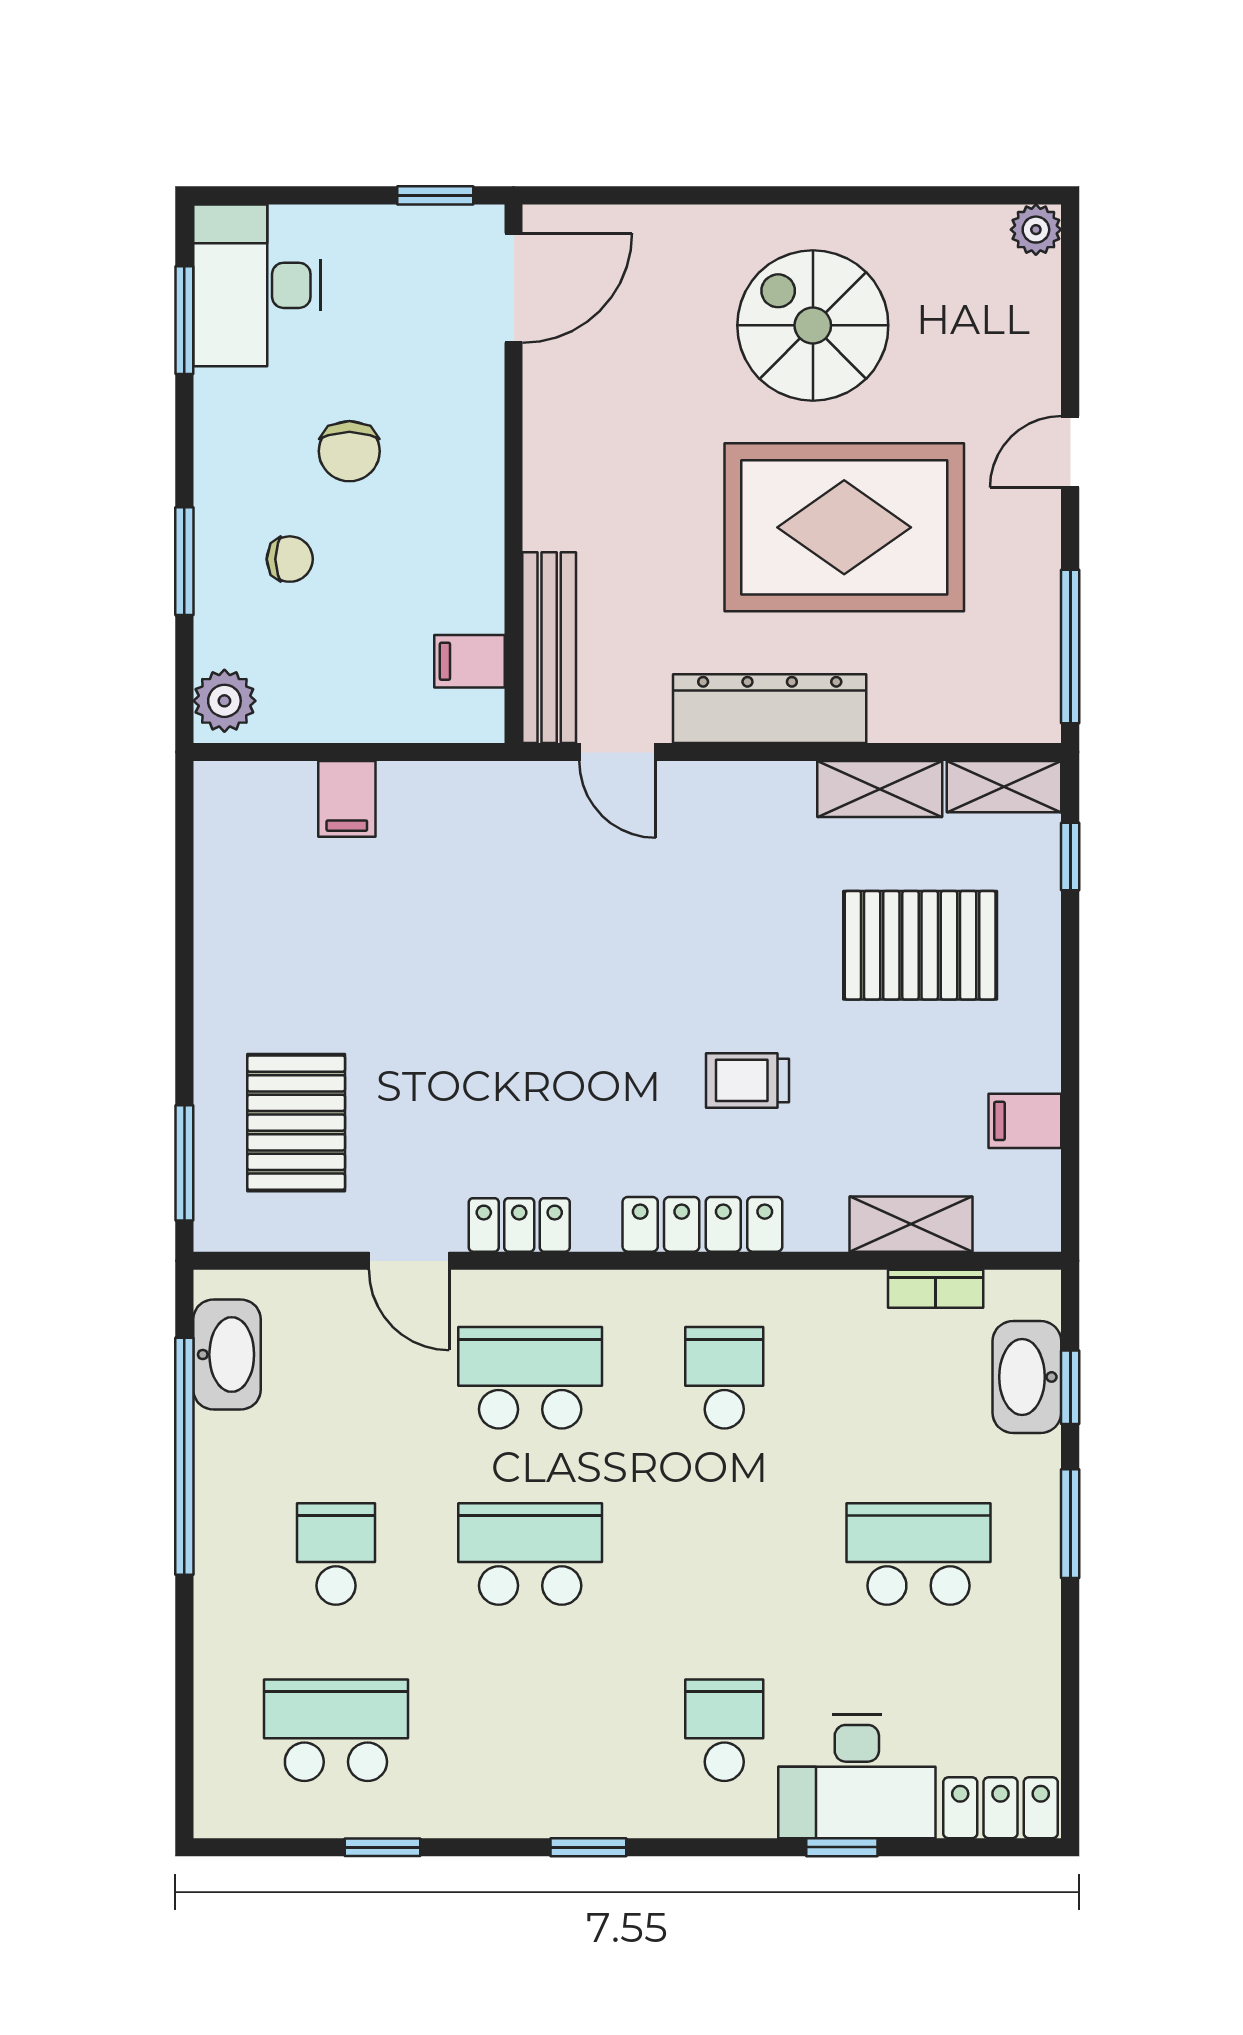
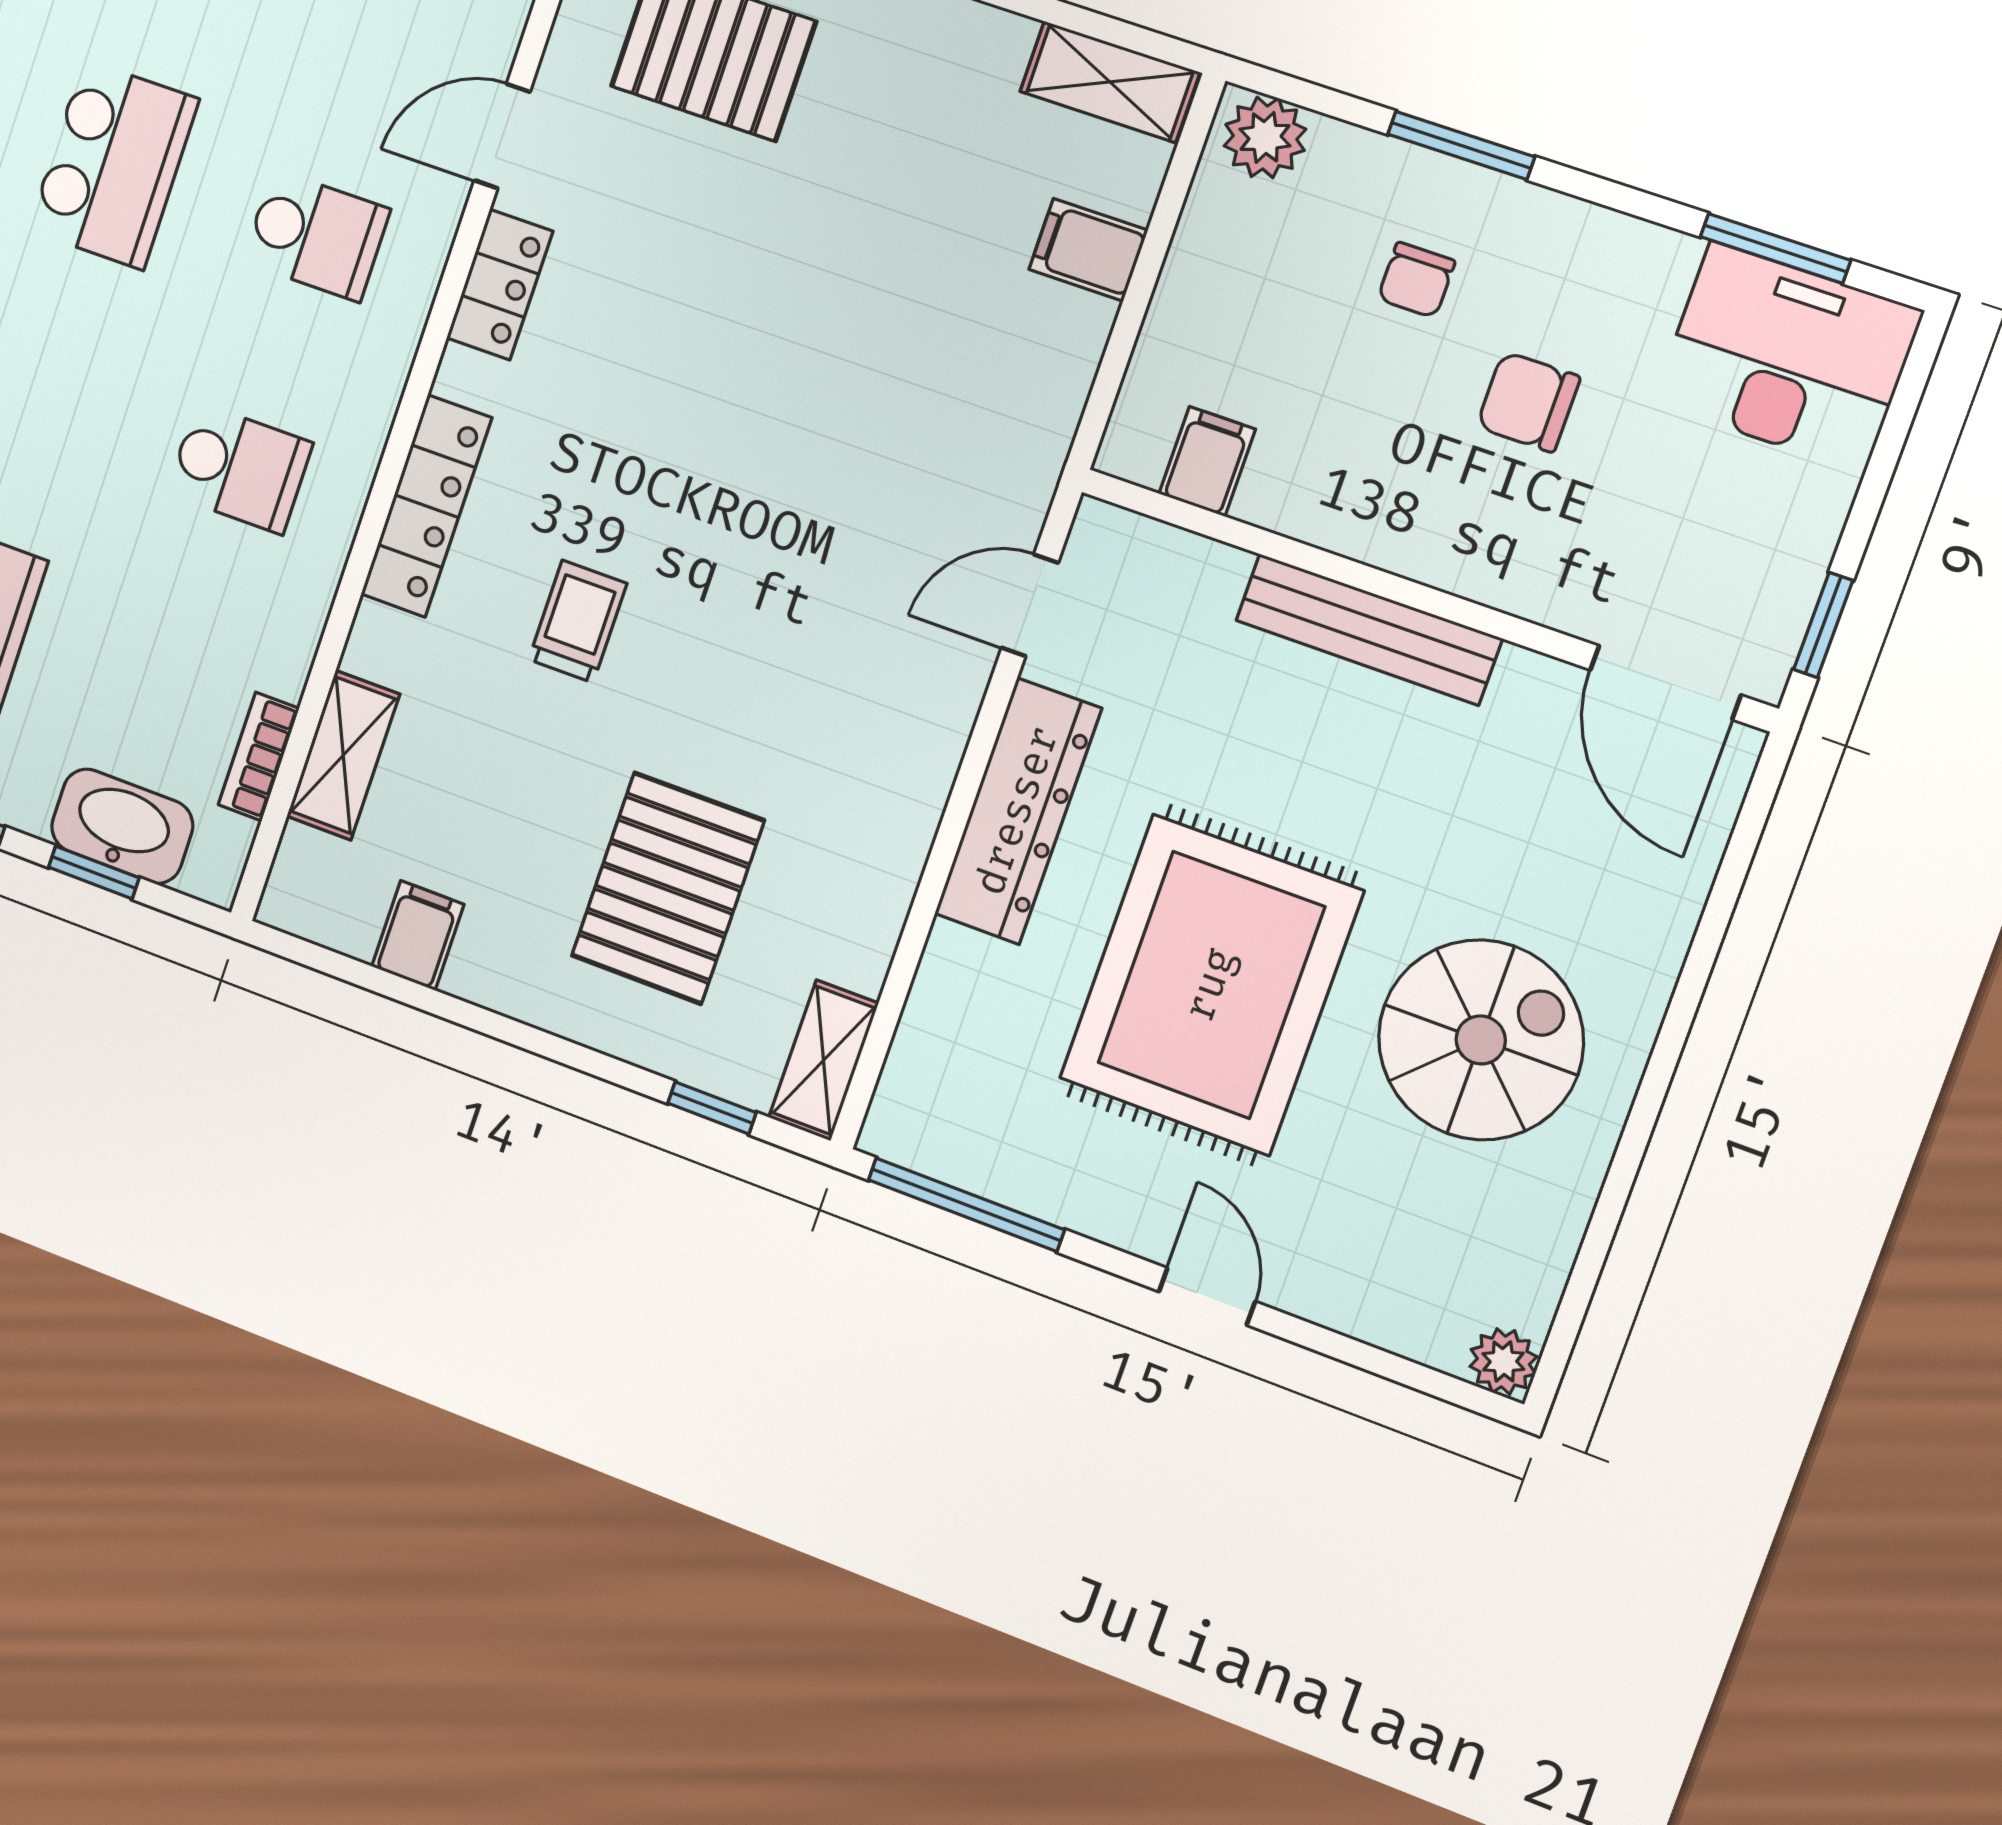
bench: (549, 648) -> (1369, 629), moved
shelving: (880, 789) -> (1110, 82), moved, turned 90
school desk: (530, 1378) -> (316, 236), width x0.54

